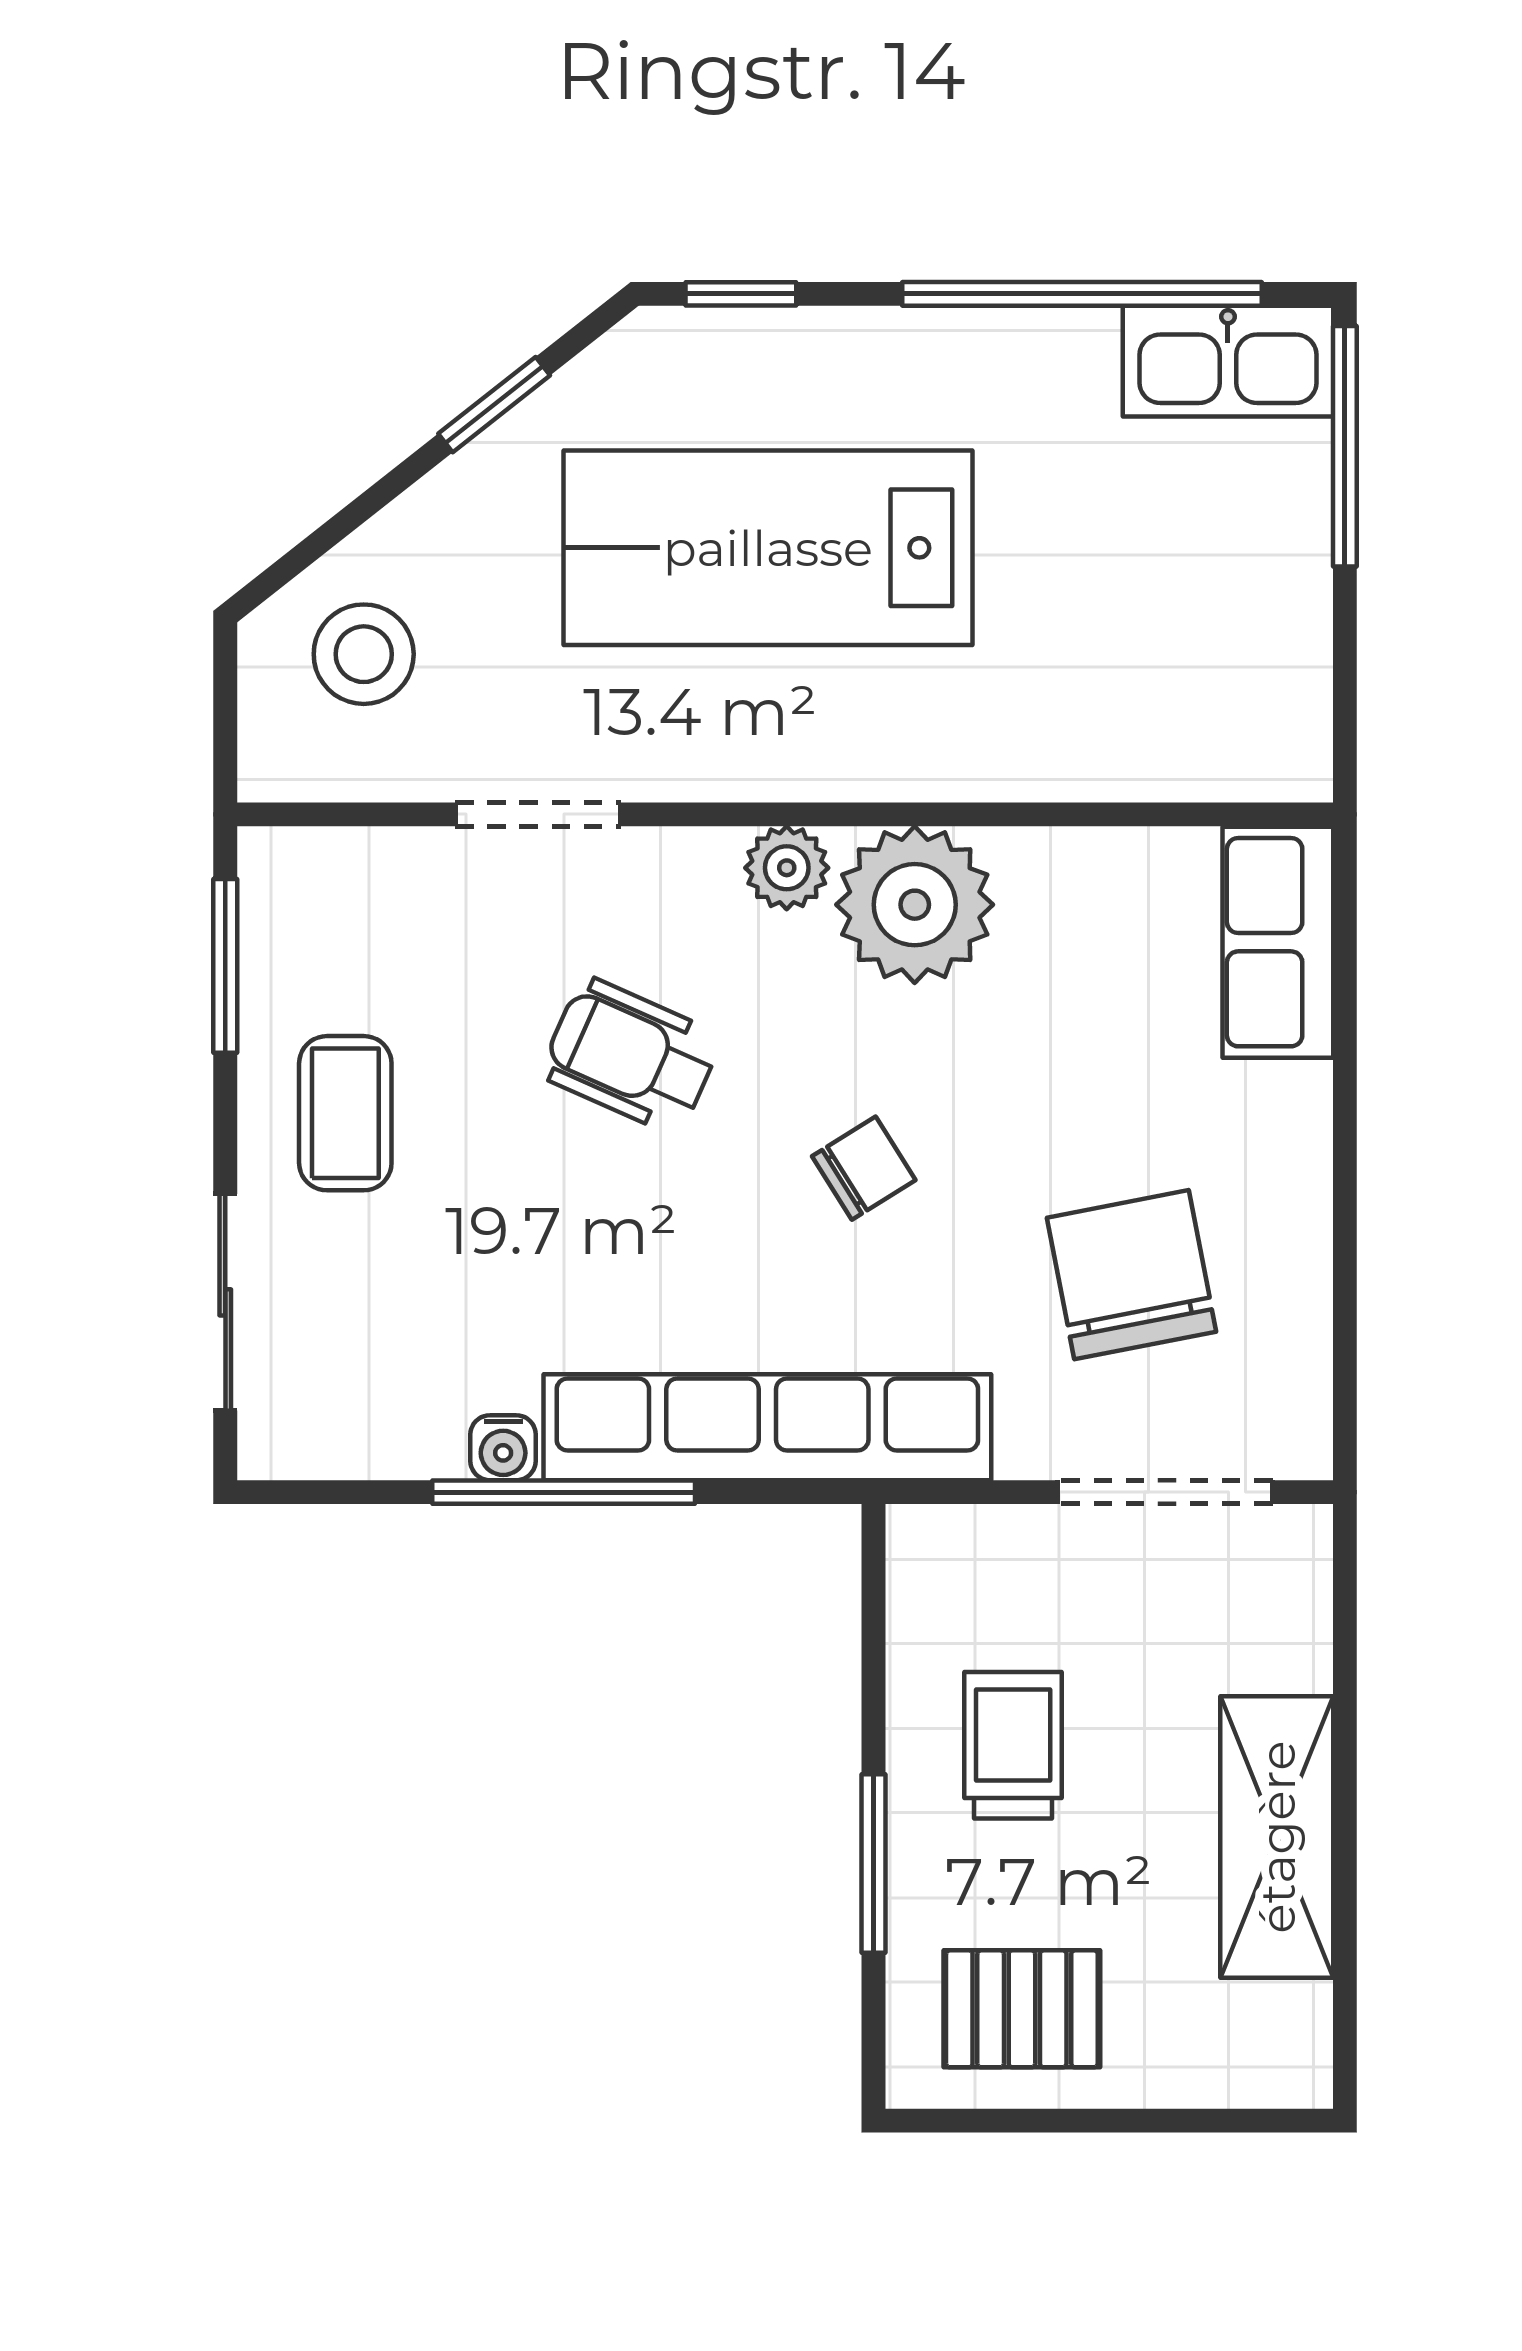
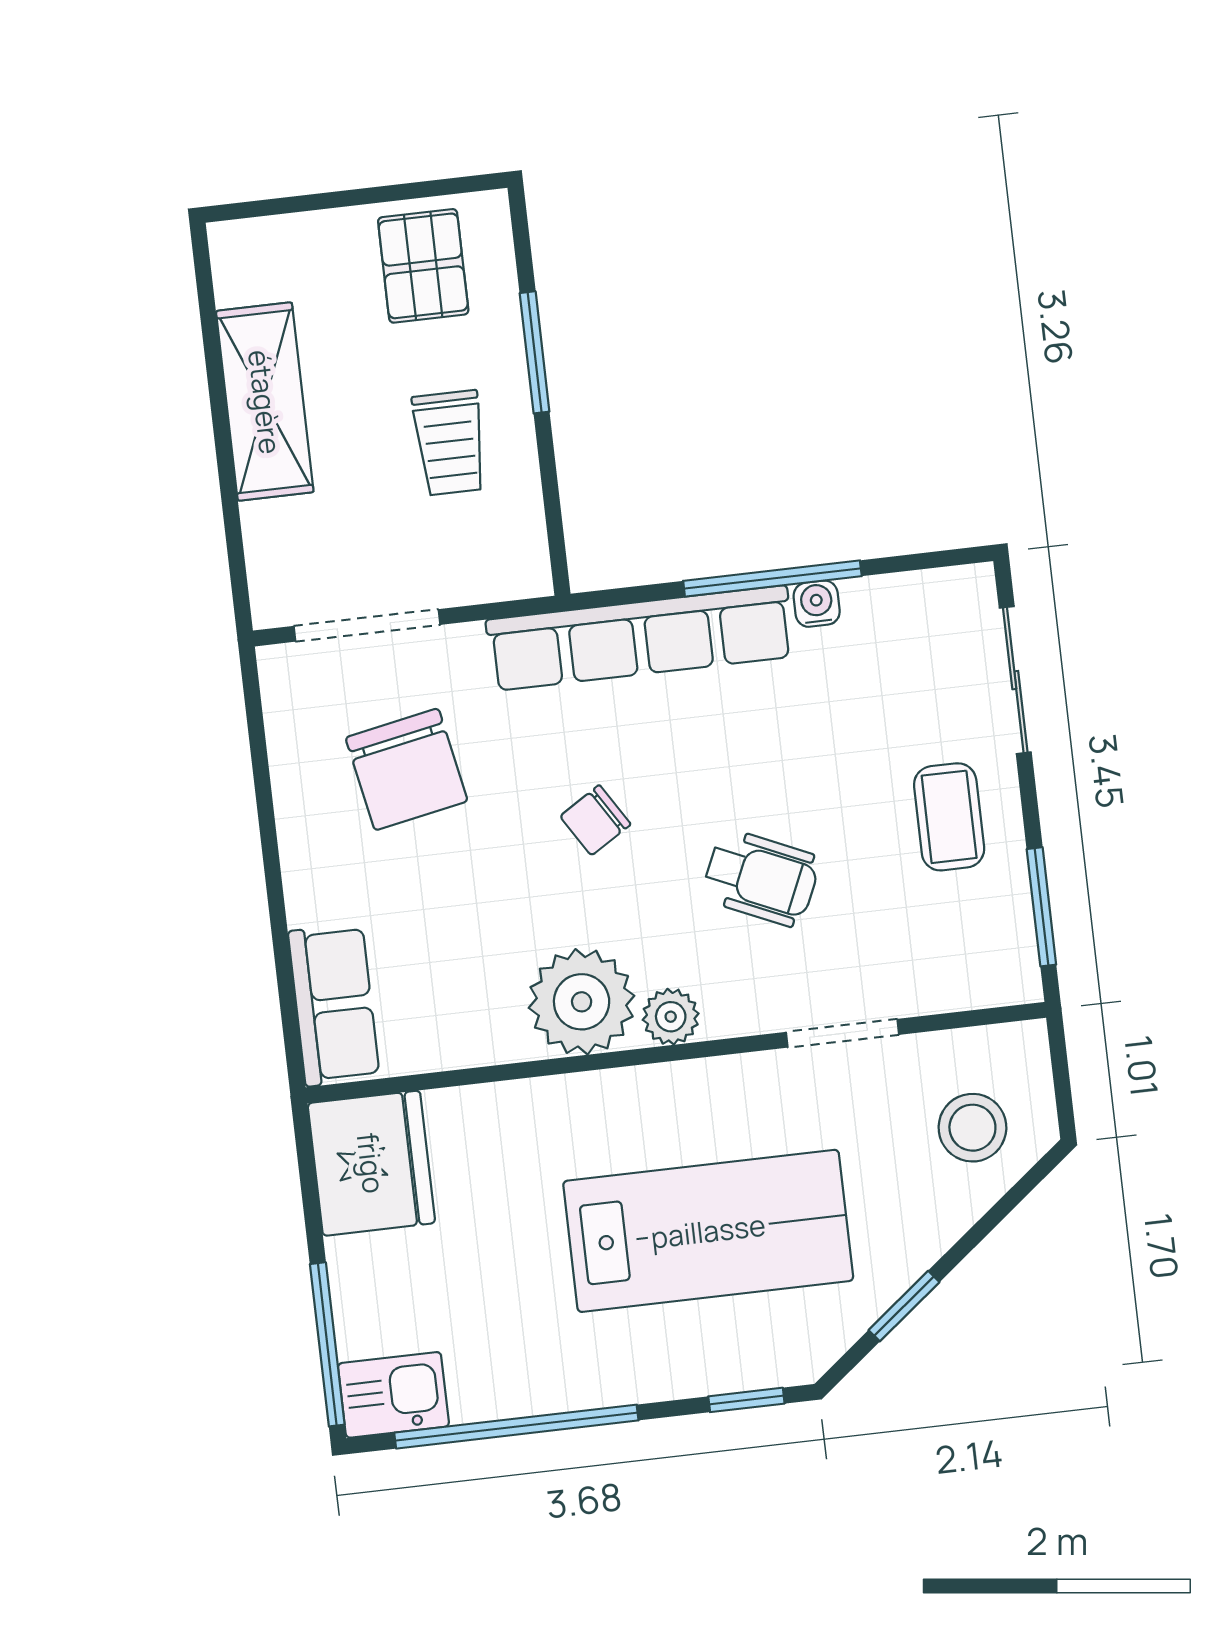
kitchen sink: (1228, 361) -> (393, 1395), width x0.73
fridge: (1250, 704) -> (371, 1163), added
pallet: (1022, 2009) -> (423, 266), turned 90

